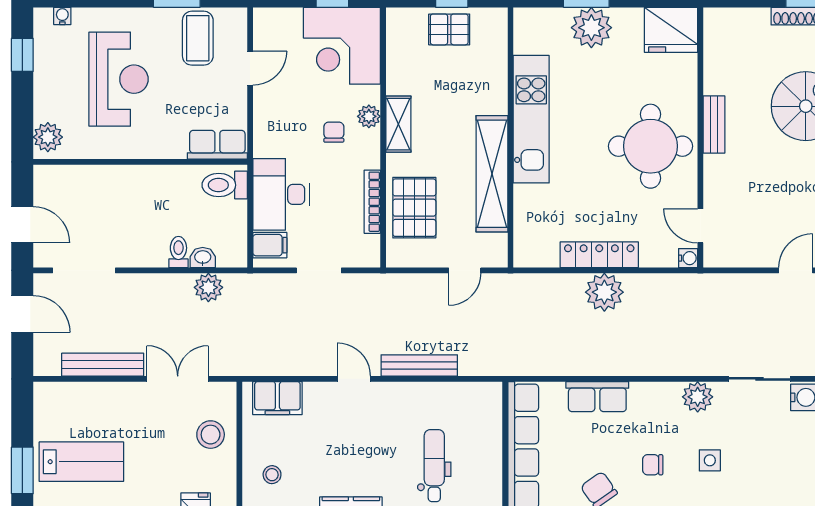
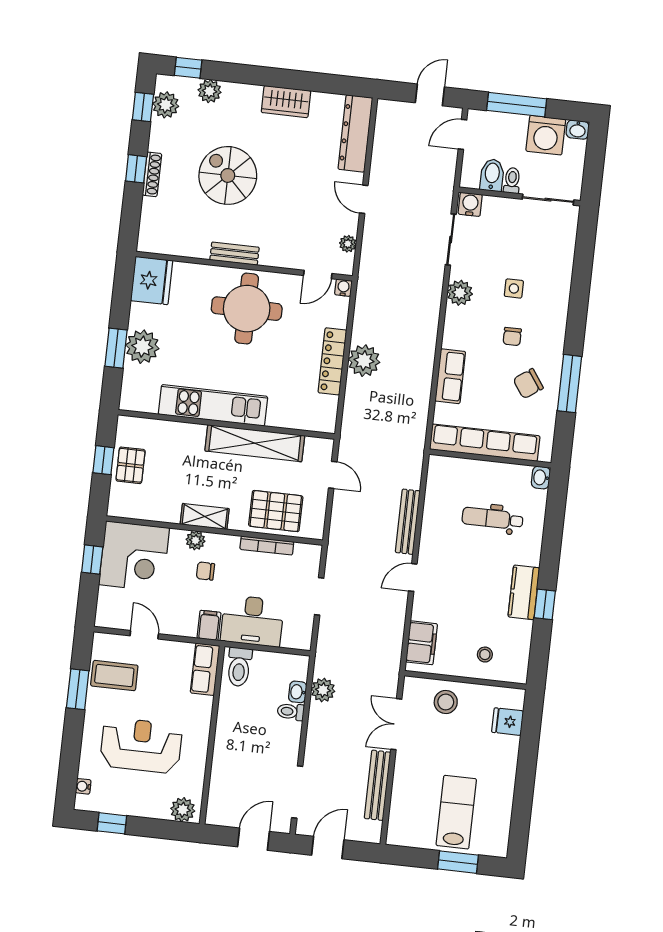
filing cabinet: (270, 245) -> (209, 625), moved
plant: (741, 258) -> (348, 244), added

